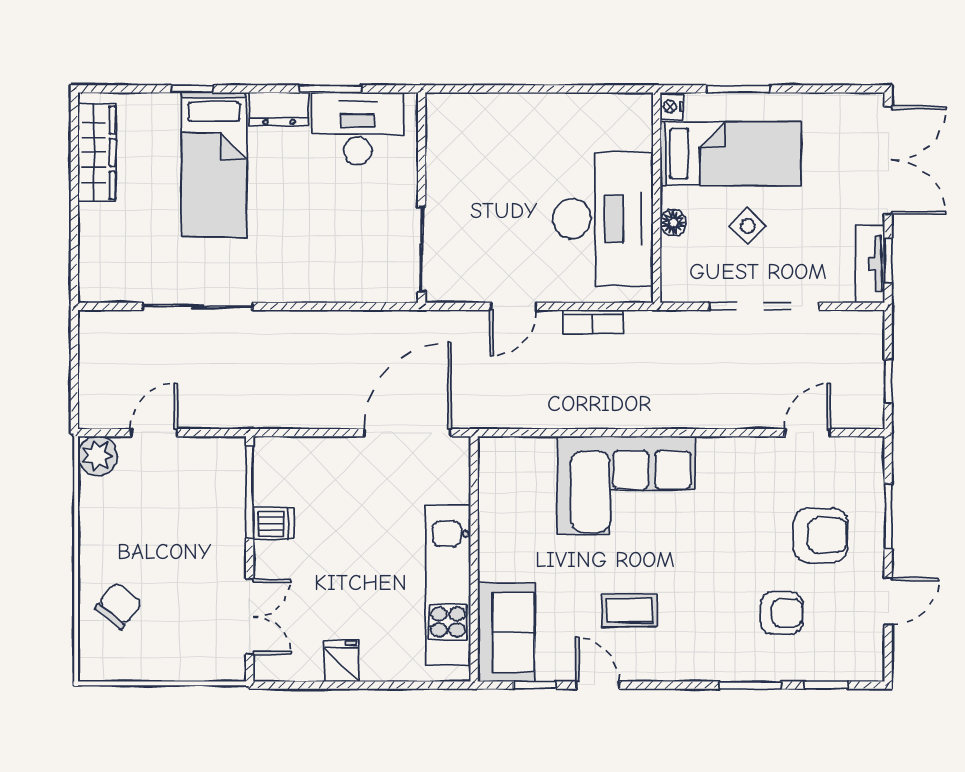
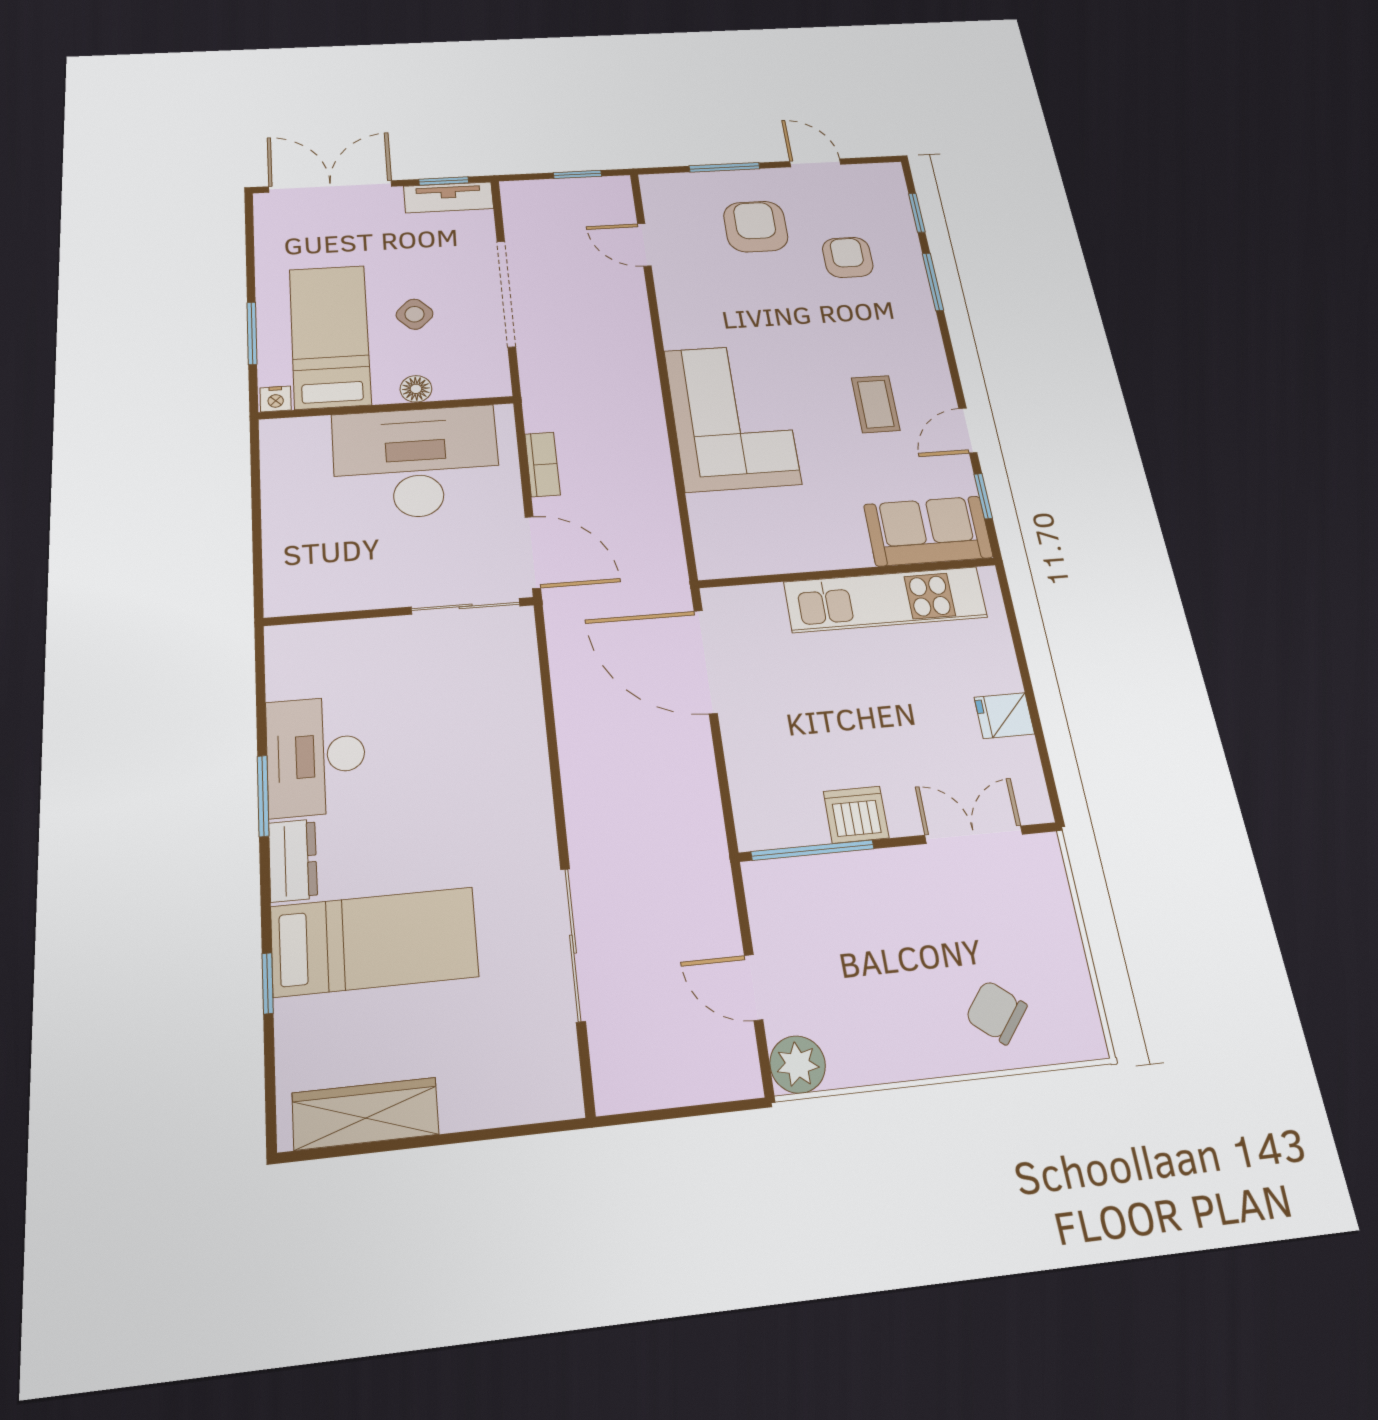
wall: (422, 198) -> (400, 612), moved
sliding door: (422, 249) -> (466, 606), moved
door: (514, 306) -> (533, 552), width x1.38
dishwasher: (274, 524) -> (856, 815), width x1.38

